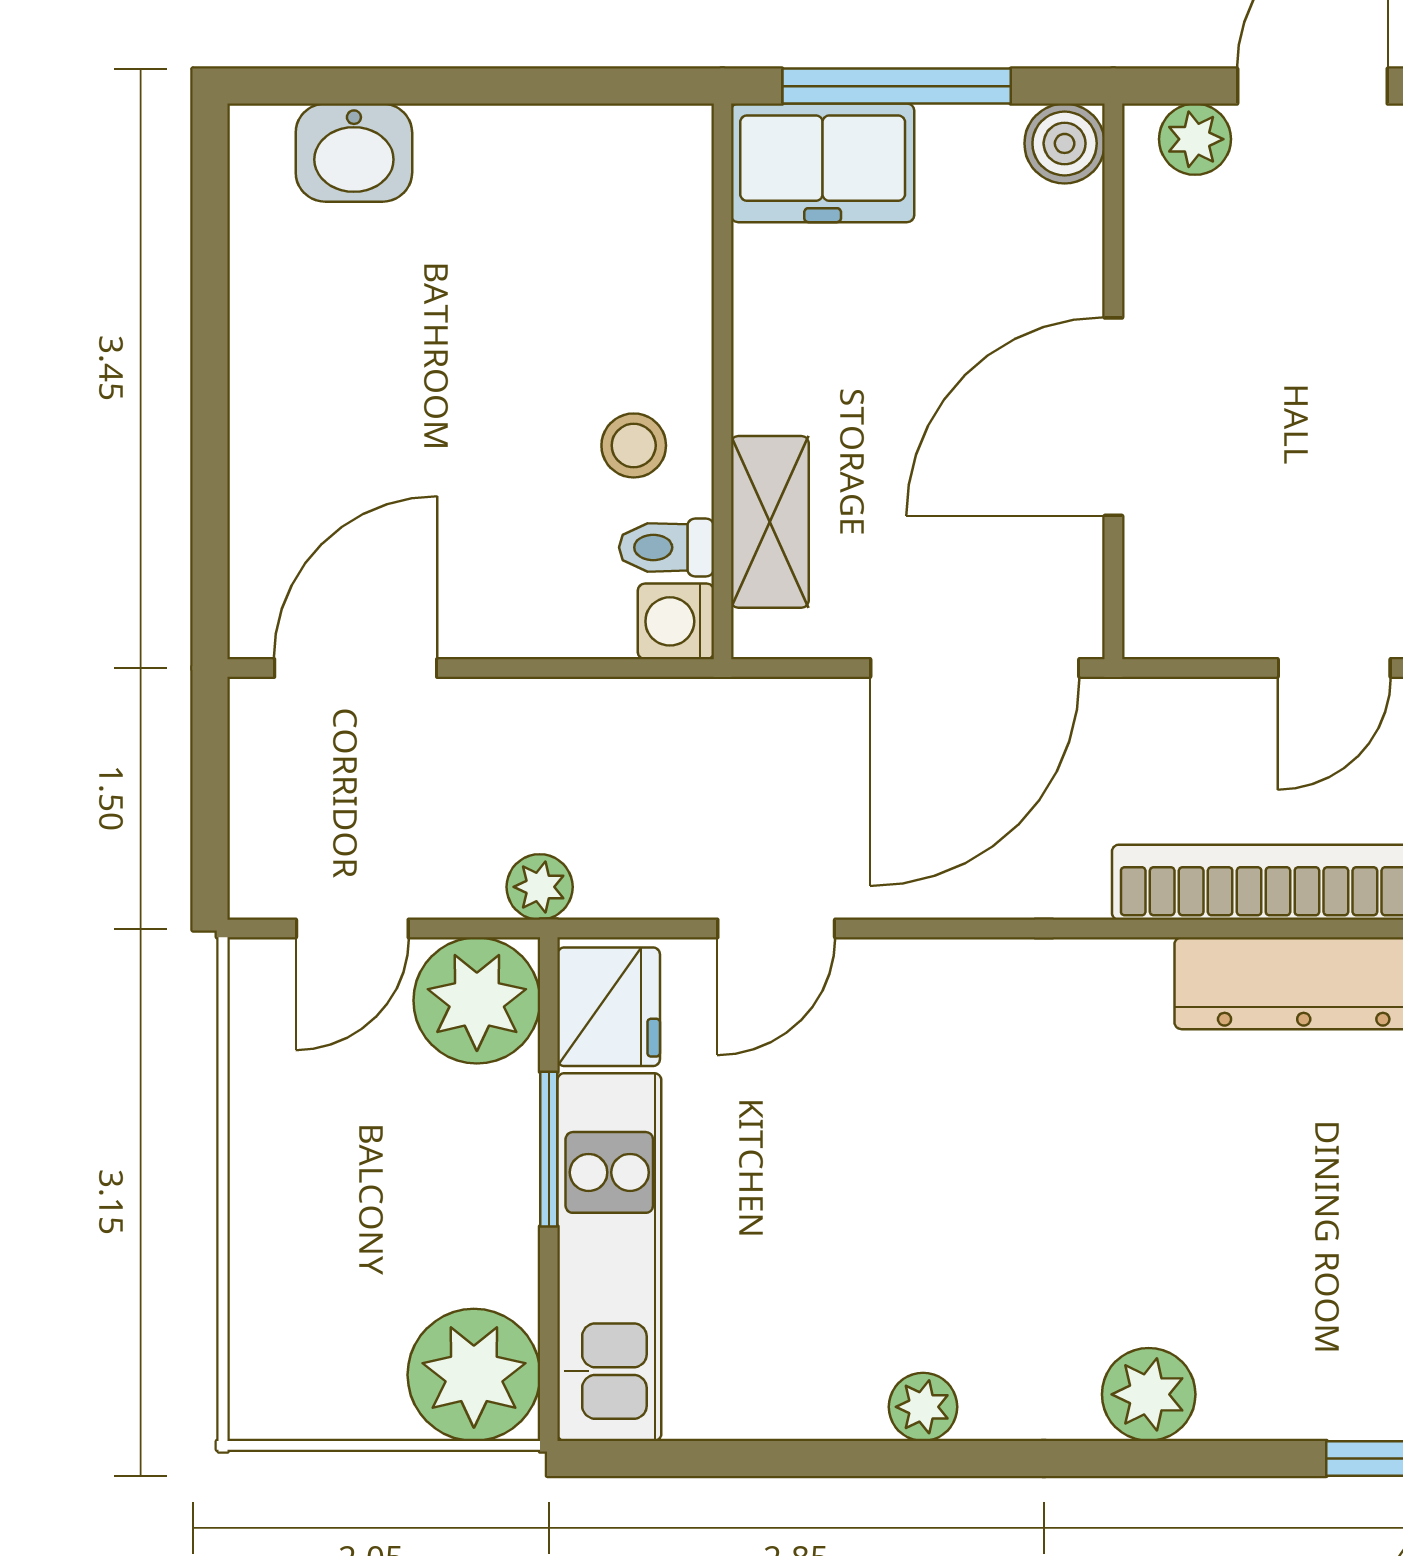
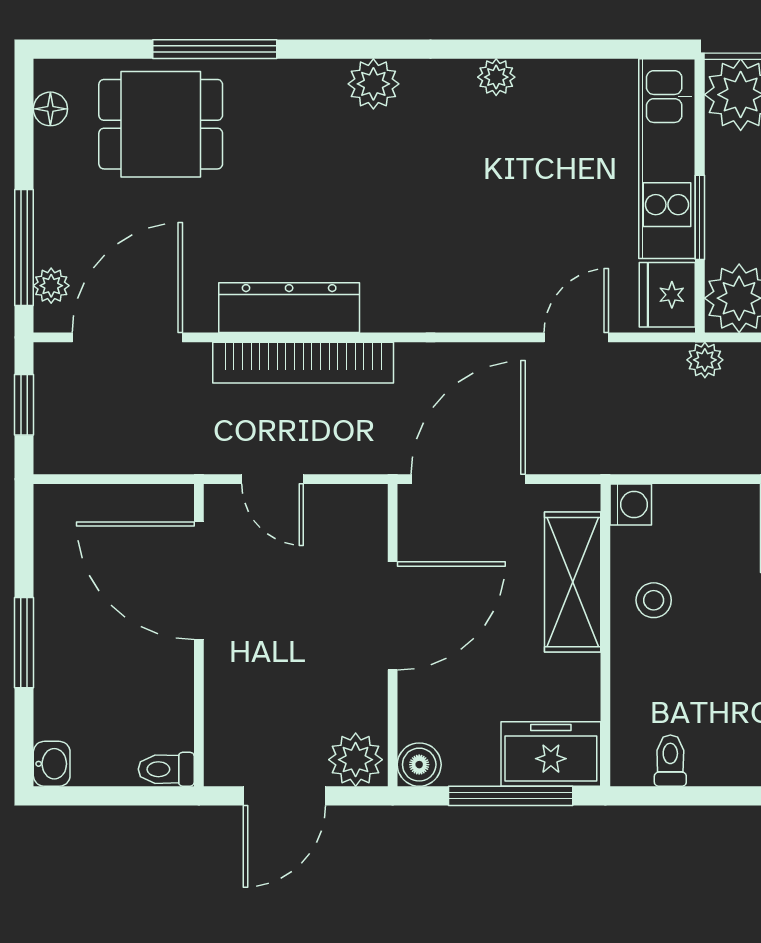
plant: (1195, 139) -> (356, 760), width x1.38, depth x1.38
shelving: (770, 522) -> (573, 582), width x1.50, depth x1.33
toilet: (666, 547) -> (670, 761), moved, turned -90
door: (1334, 668) -> (273, 479), swing flipped

